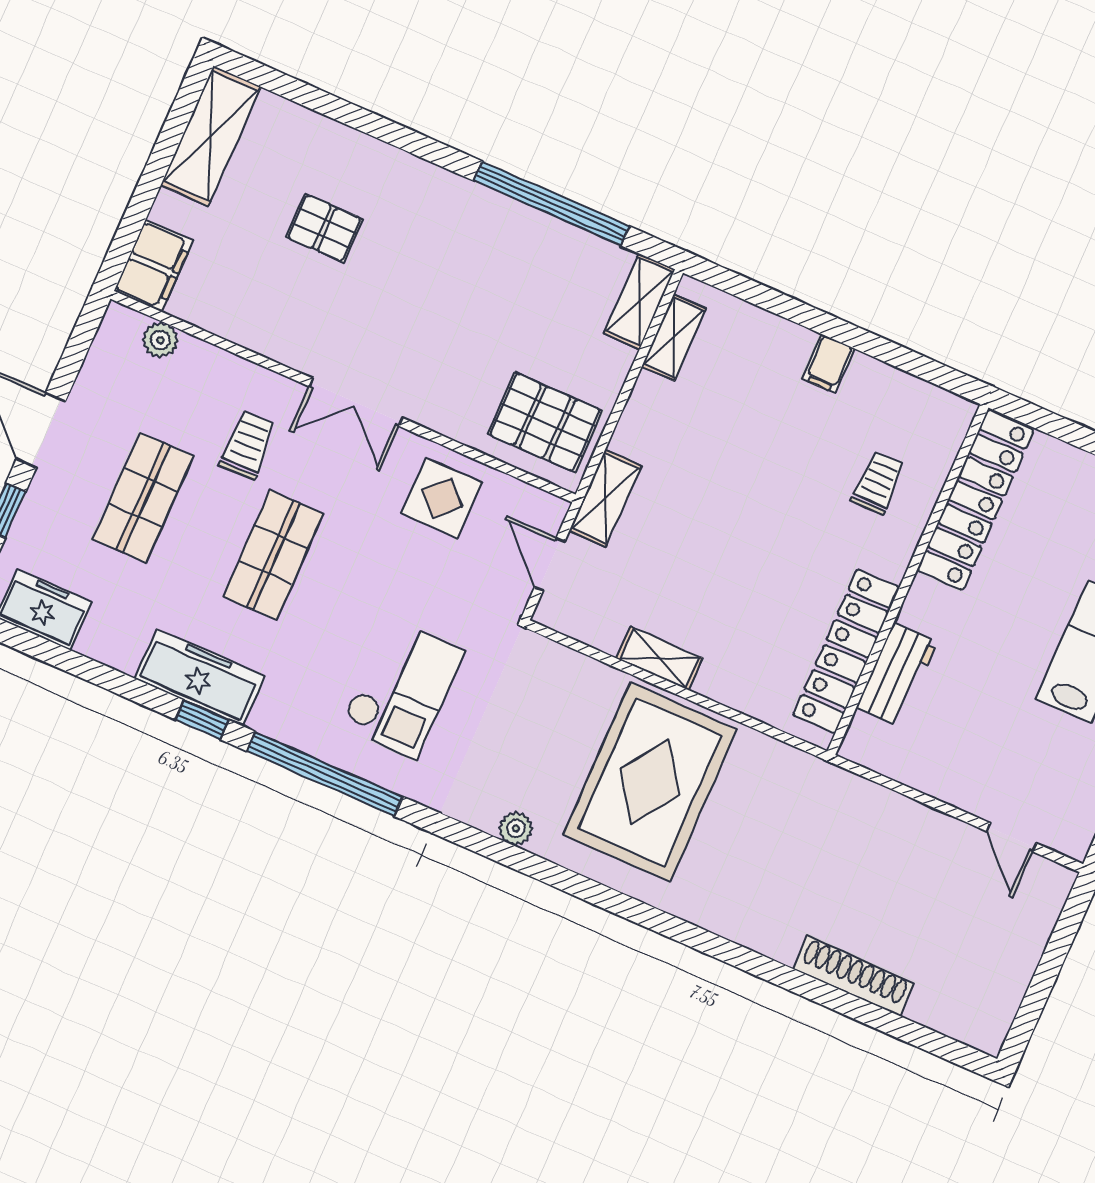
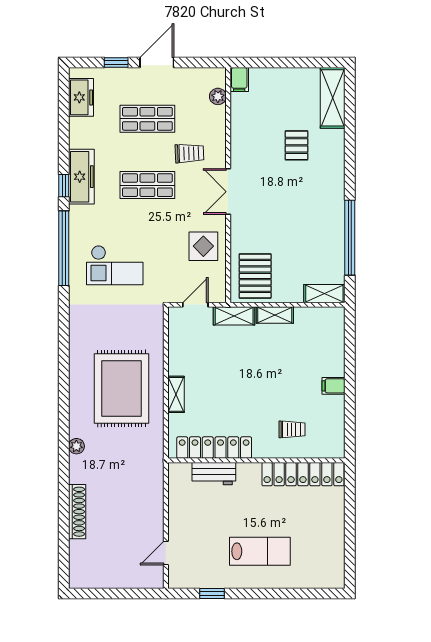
shelving: (211, 136) -> (333, 98), moved, turned 90
filing cabinet: (154, 266) -> (239, 80), width x0.50
shelving: (674, 337) -> (275, 315), moved
shelving: (659, 658) -> (176, 394), moved
rug: (650, 782) -> (121, 388), turned 90
plant: (516, 828) -> (76, 446), moved

